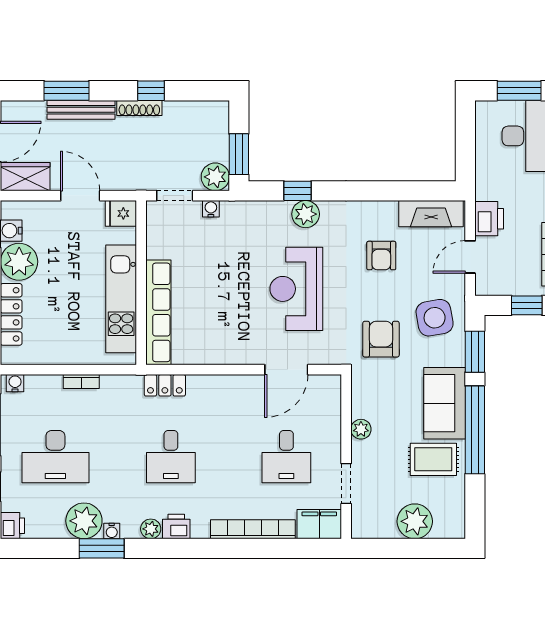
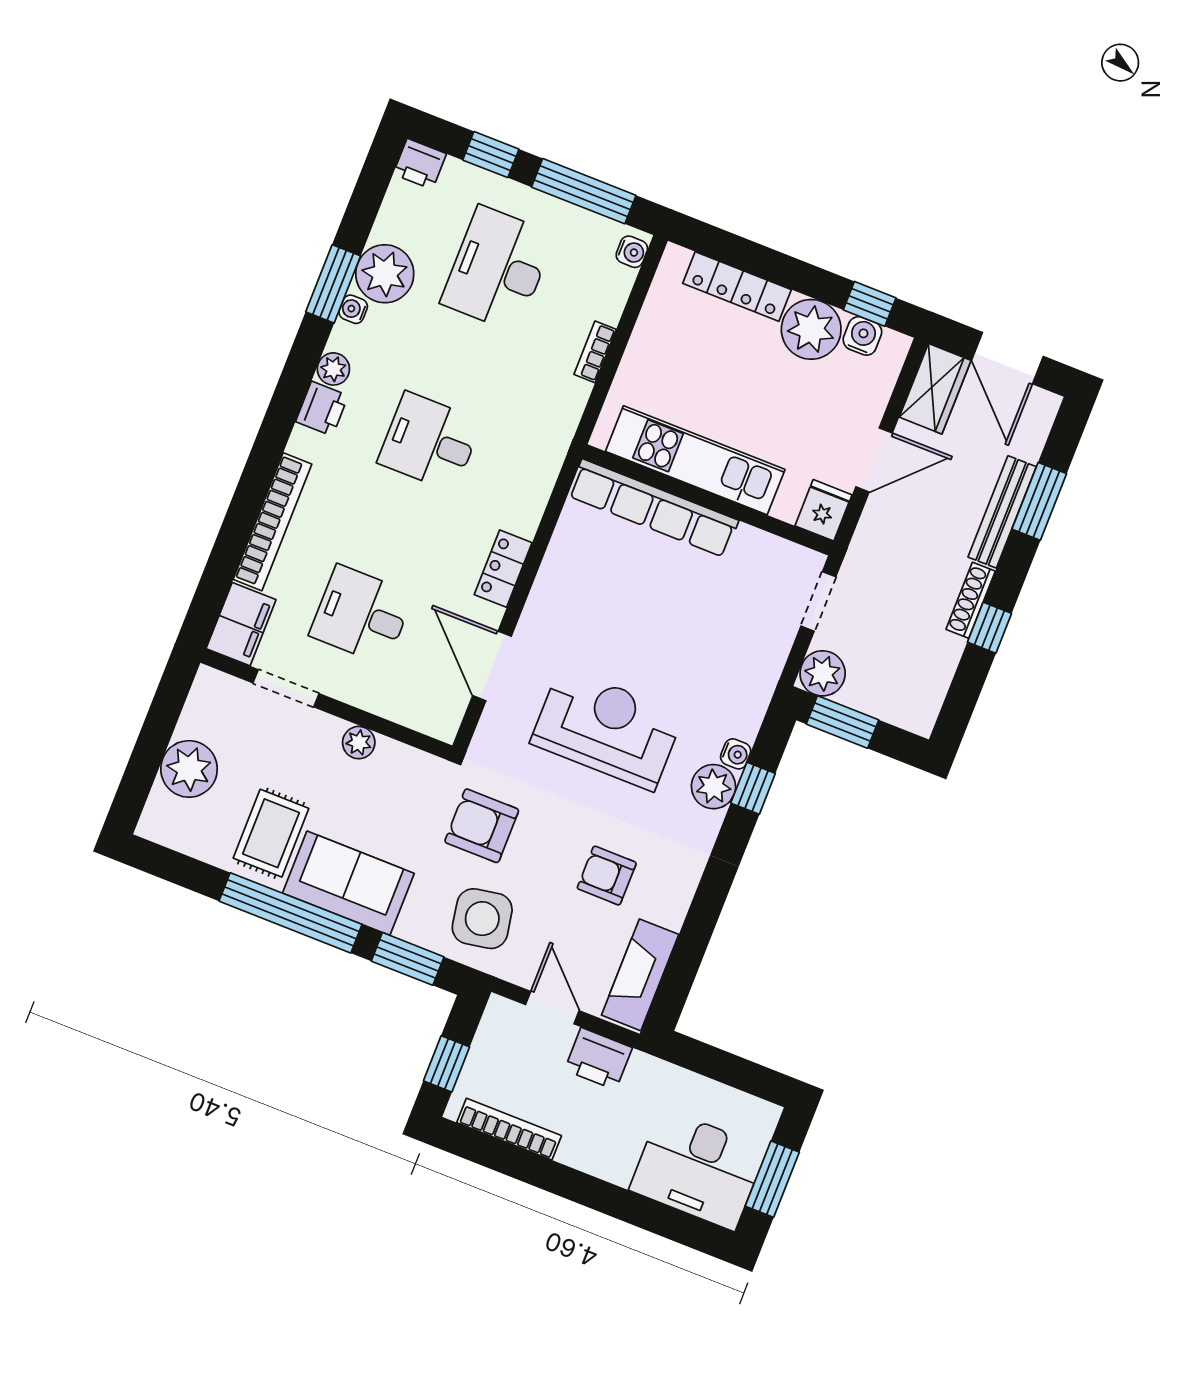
water cooler: (211, 209) -> (736, 754), moved
armchair: (381, 339) -> (482, 826), turned 180
locker: (165, 385) -> (503, 569), moved

